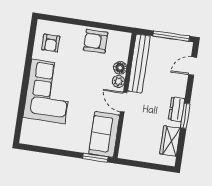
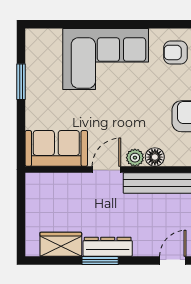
door: (193, 66) -> (173, 260), hinge flipped
dresser: (177, 109) -> (108, 247), width x1.44
window: (95, 158) -> (21, 82), moved

